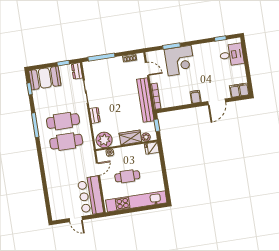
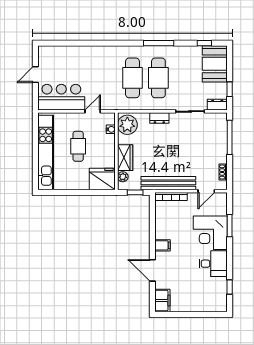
desk: (232, 55) -> (213, 264), moved, turned -90
fridge: (152, 148) -> (102, 179), width x1.88, depth x1.34
door: (98, 169) -> (93, 111), swing flipped

